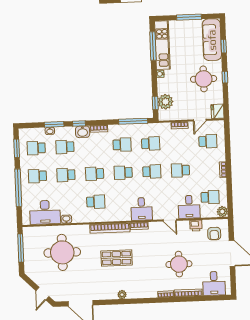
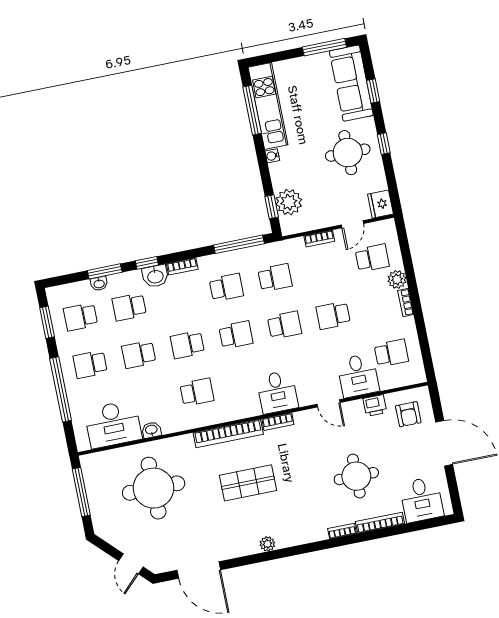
window: (189, 17) -> (324, 47), moved
school desk: (123, 173) -> (236, 335), turned 180
plant: (222, 212) -> (397, 279), moved

